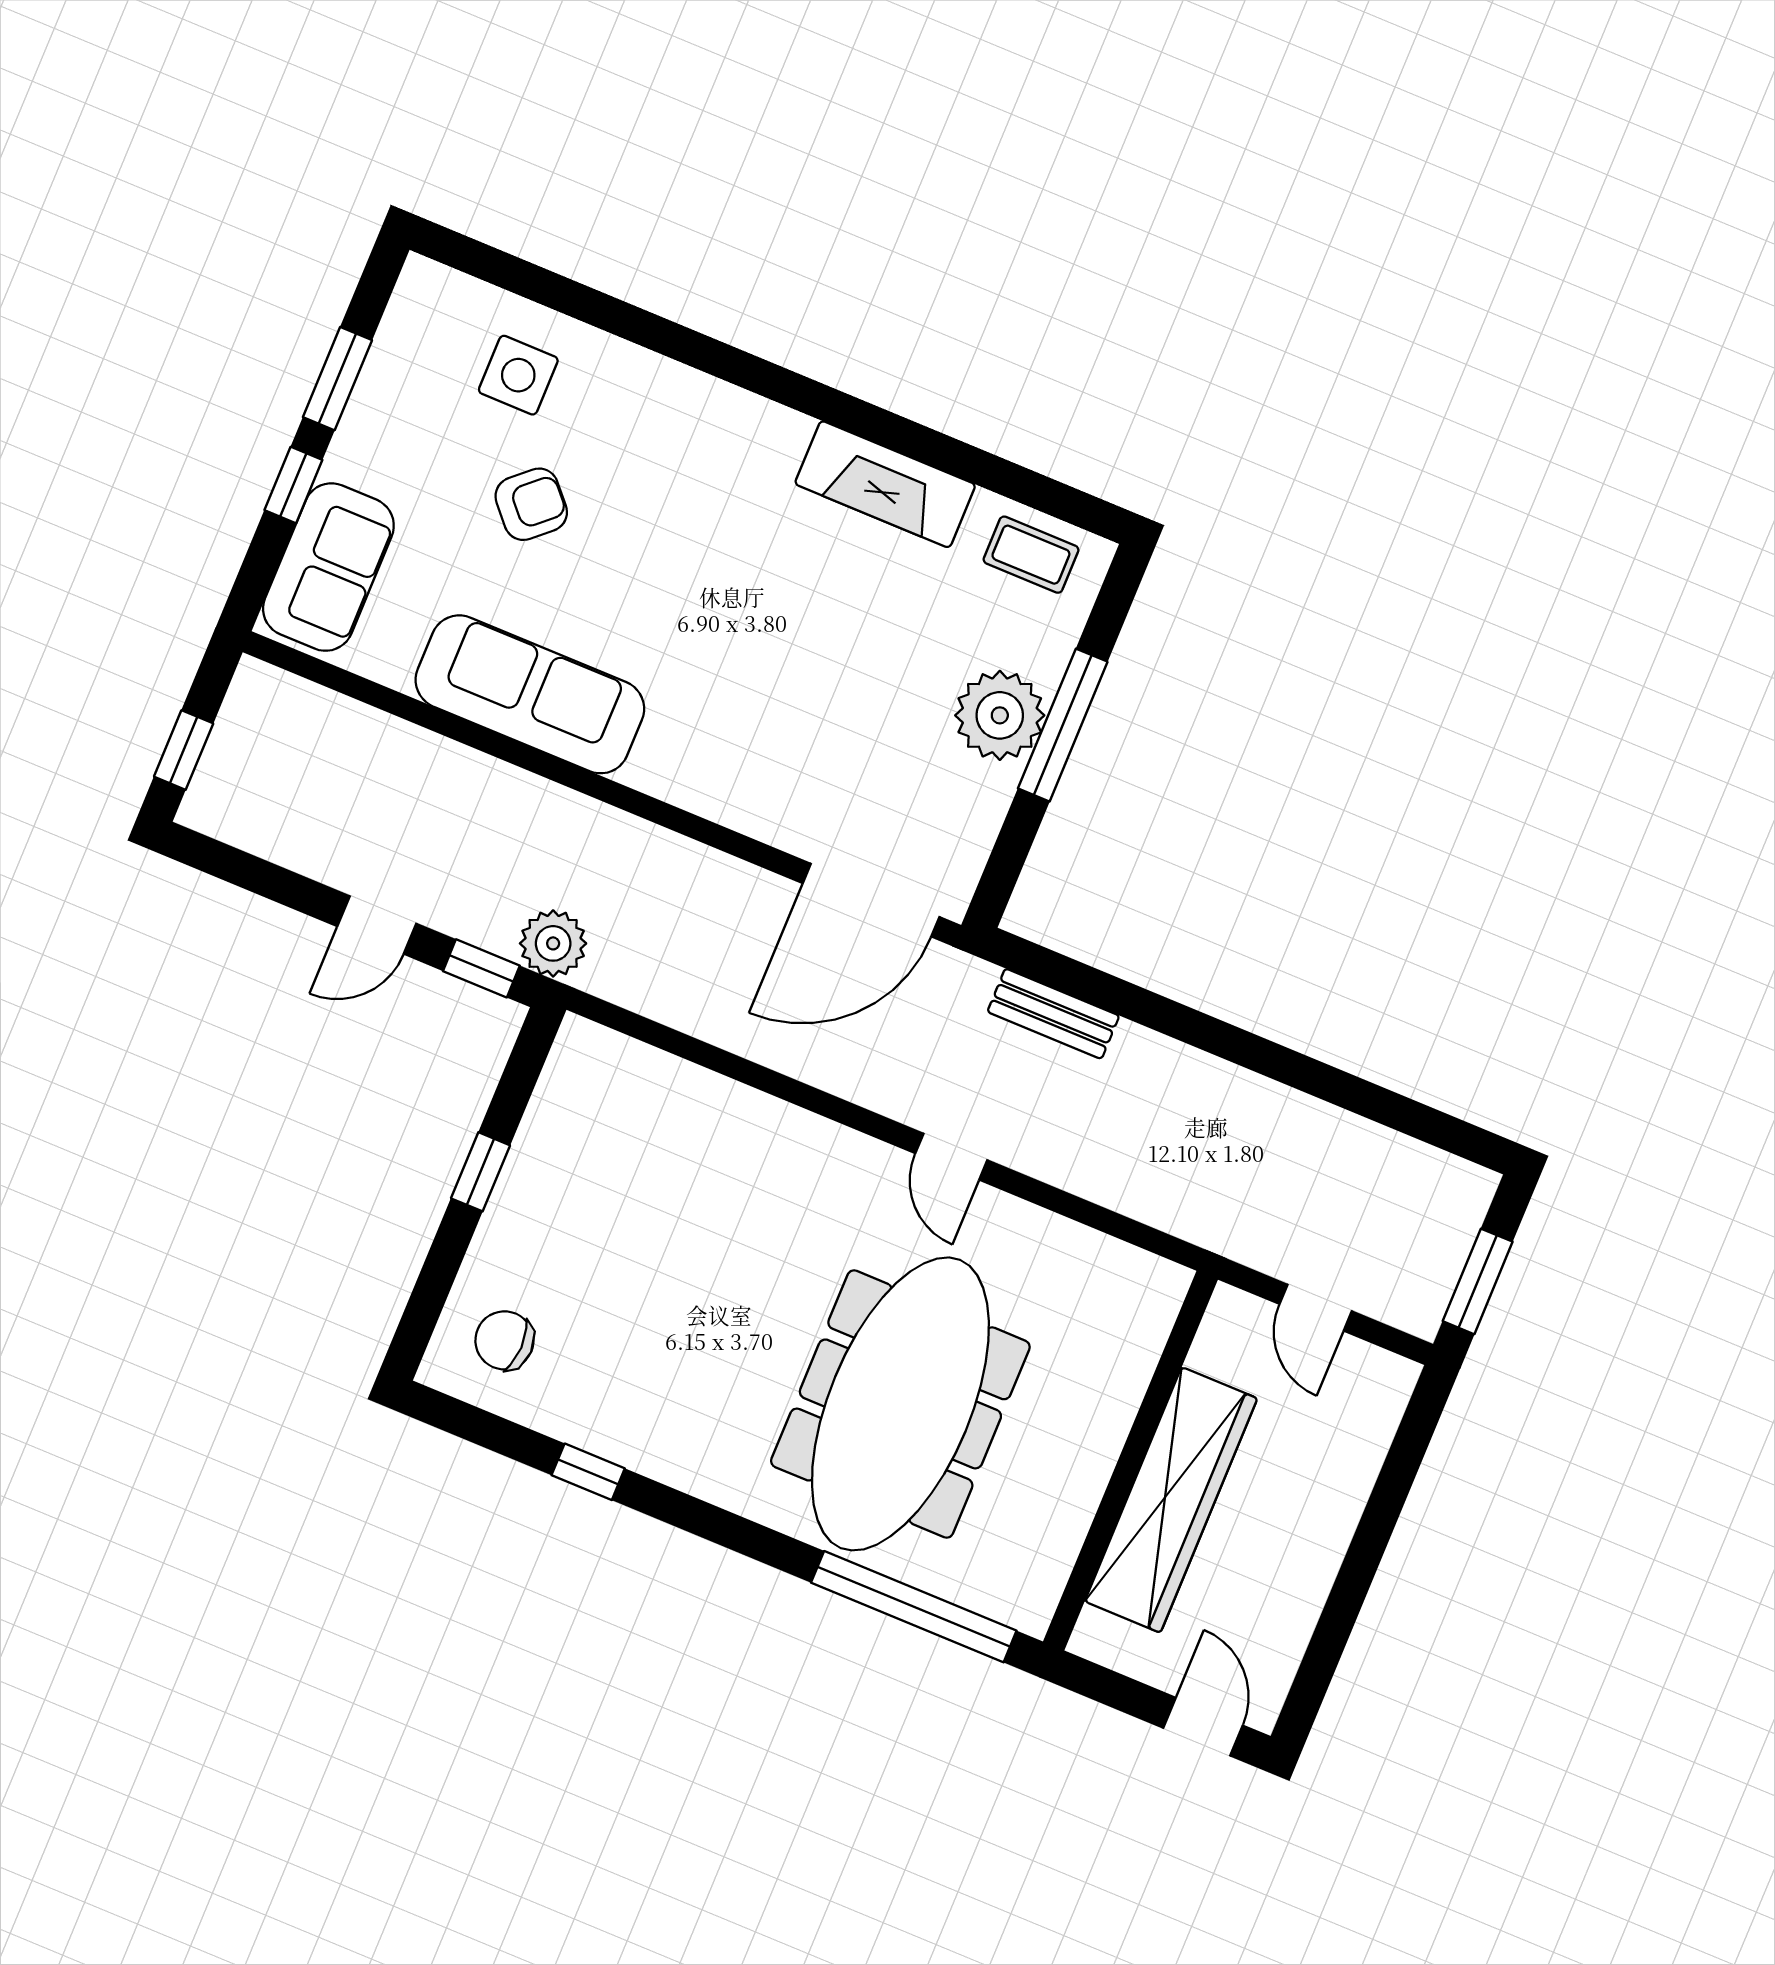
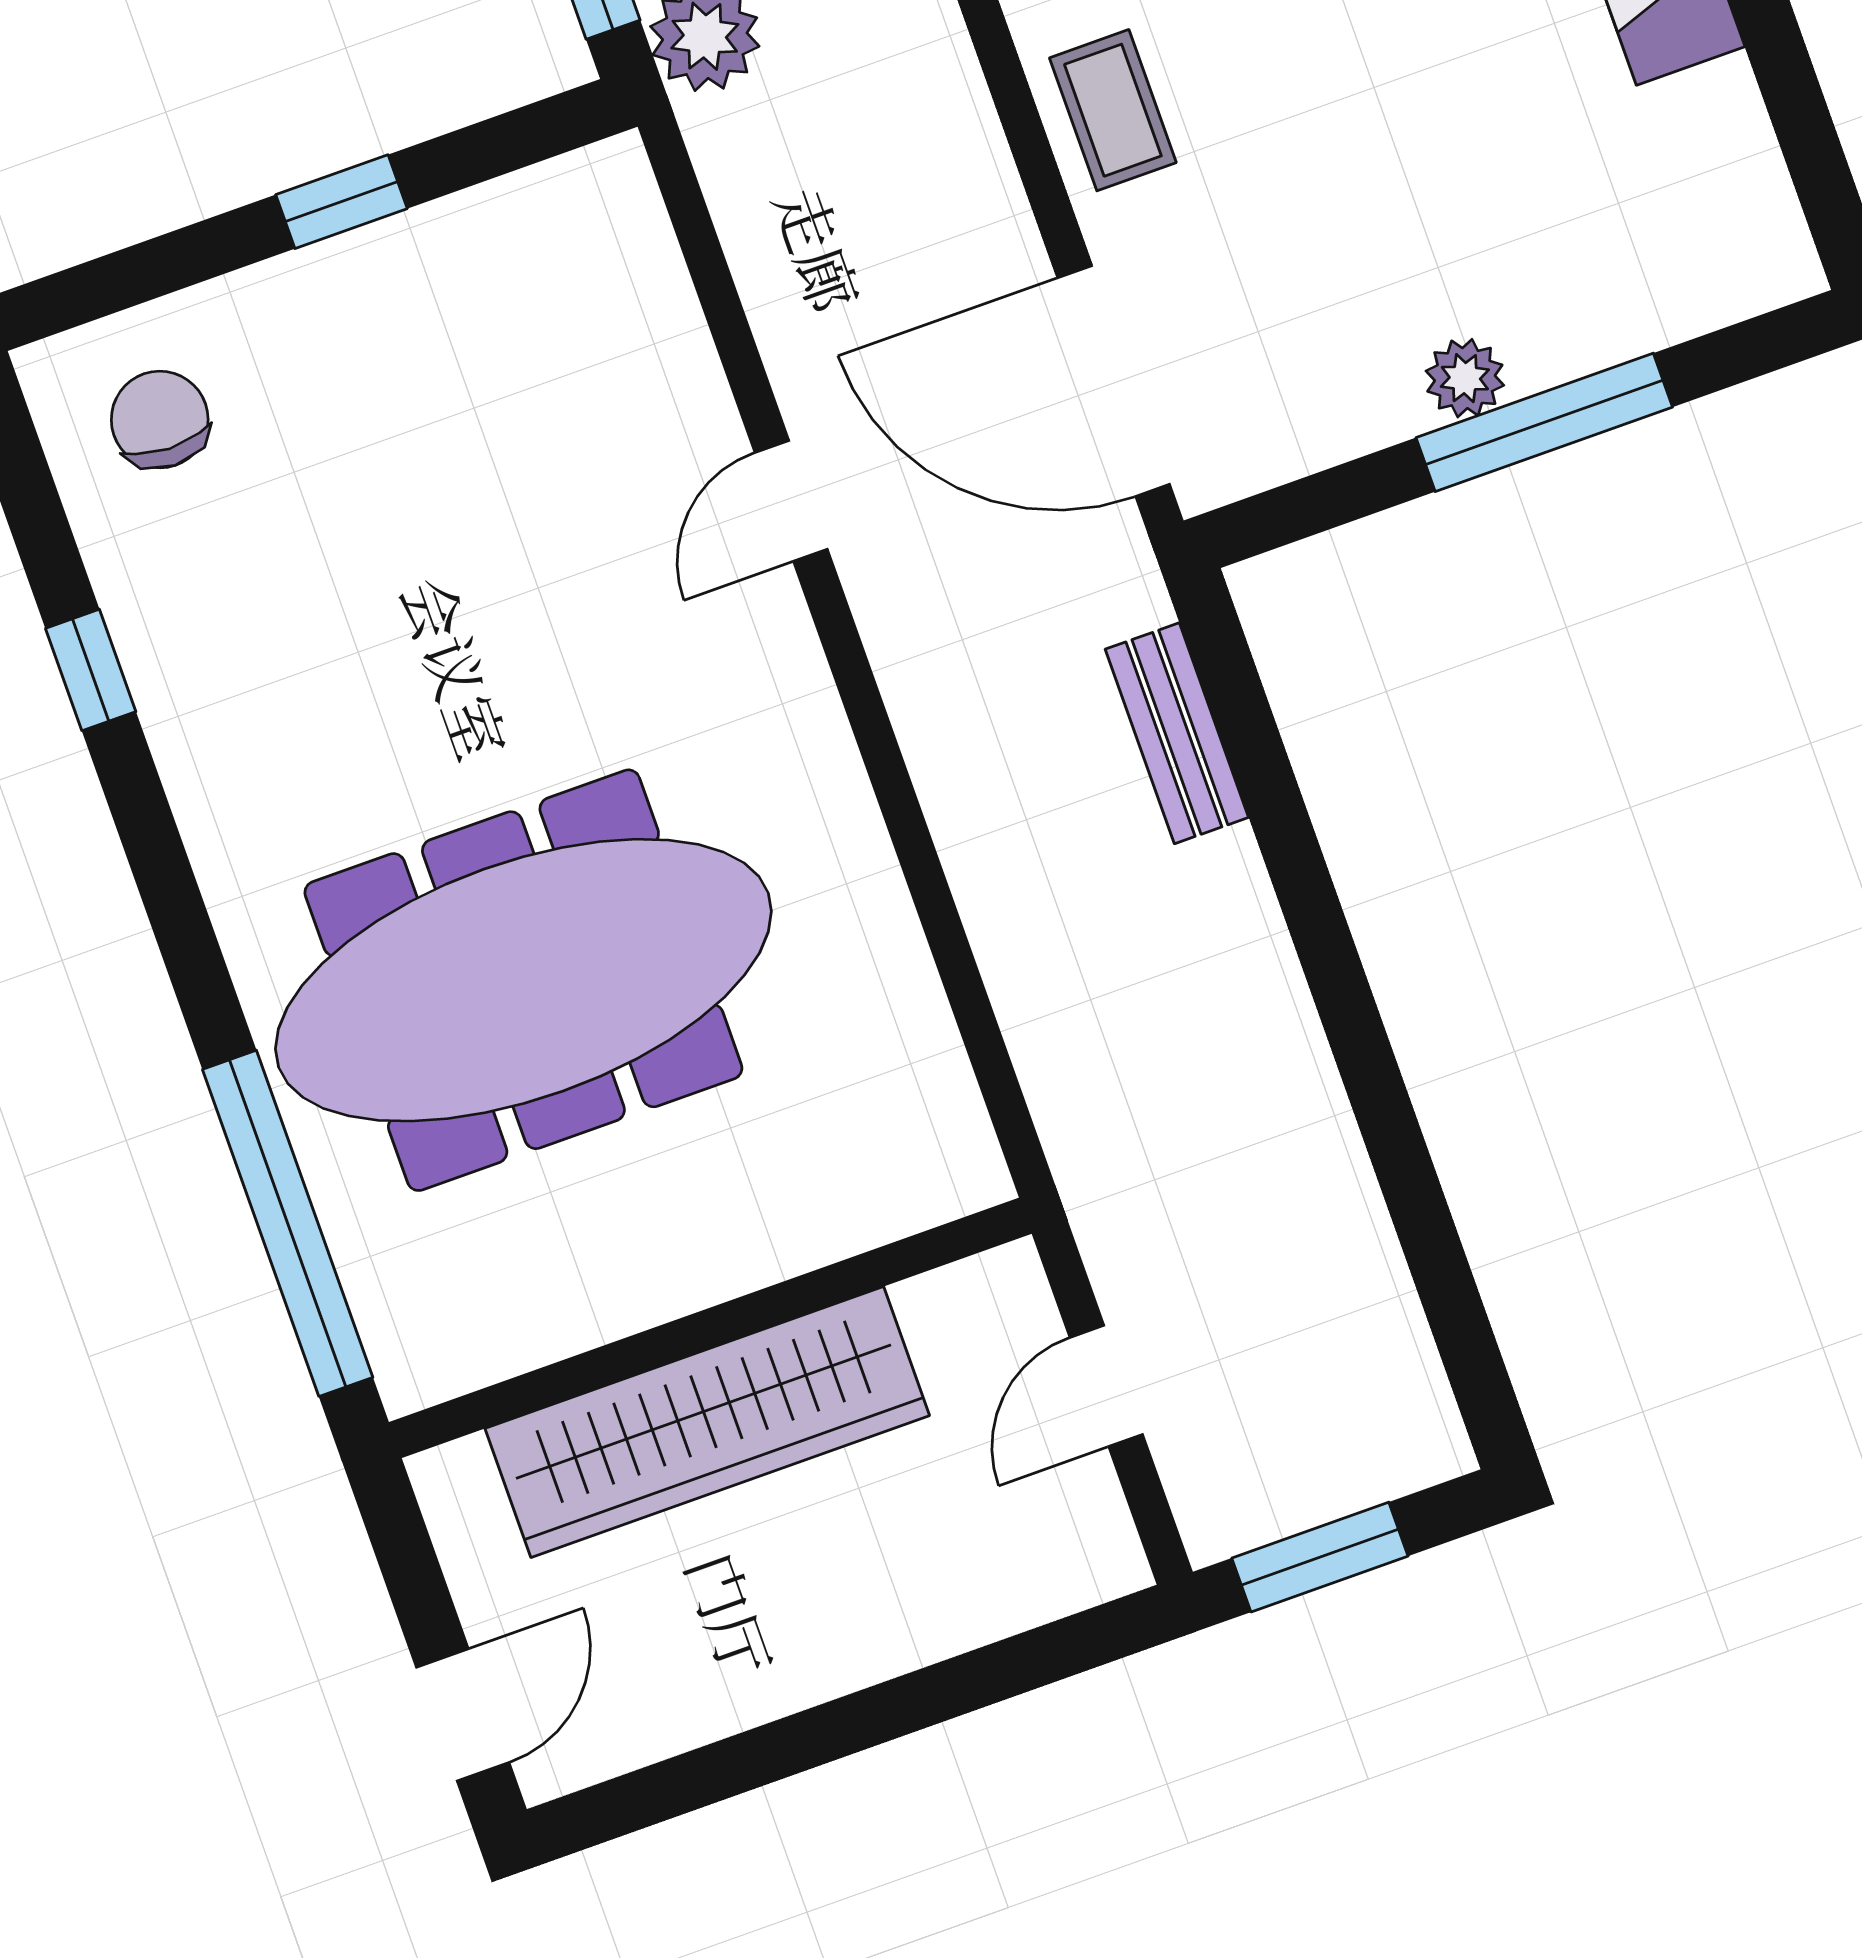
coffee table: (1031, 555) -> (1113, 110), moved
plant: (1000, 715) -> (1465, 378), width x0.53, depth x0.53
door: (951, 1157) -> (791, 501), moved

